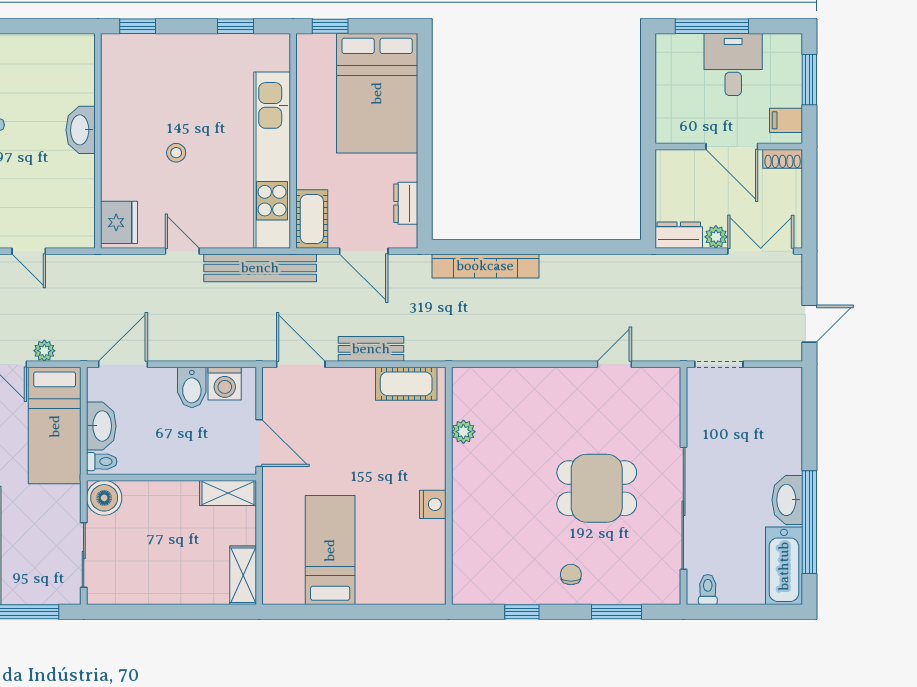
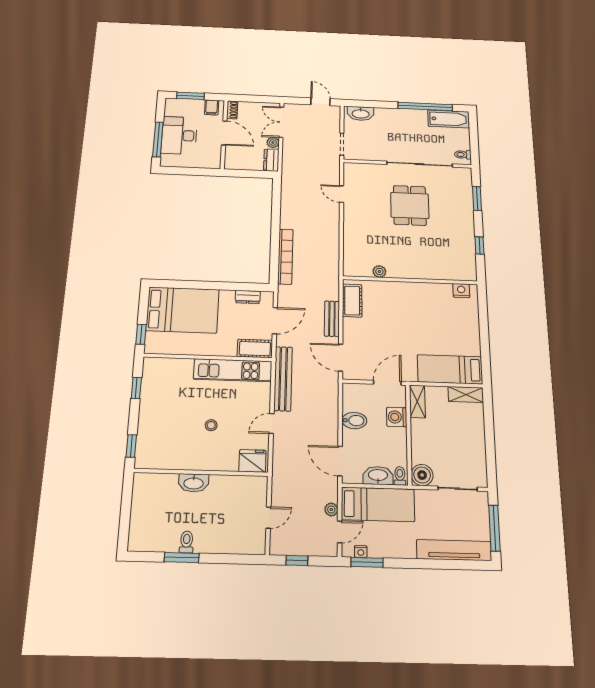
desk: (733, 65) -> (179, 135), width x1.37
door: (732, 146) -> (224, 133), hinge flipped
kitchen unit: (272, 160) -> (233, 370), width x0.73
door: (301, 364) -> (341, 358), hinge flipped
washing machine: (225, 384) -> (397, 417), moved, turned 180
washbasin: (787, 500) -> (361, 114), moved
nightstand: (433, 504) -> (461, 291), moved
bed: (330, 550) -> (450, 369), moved
chair: (571, 575) -> (458, 220), removed

